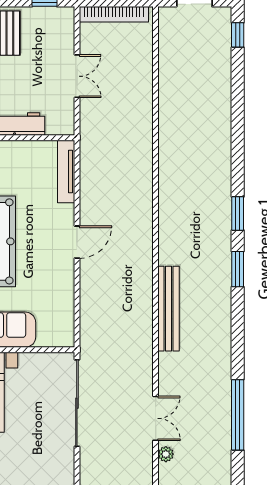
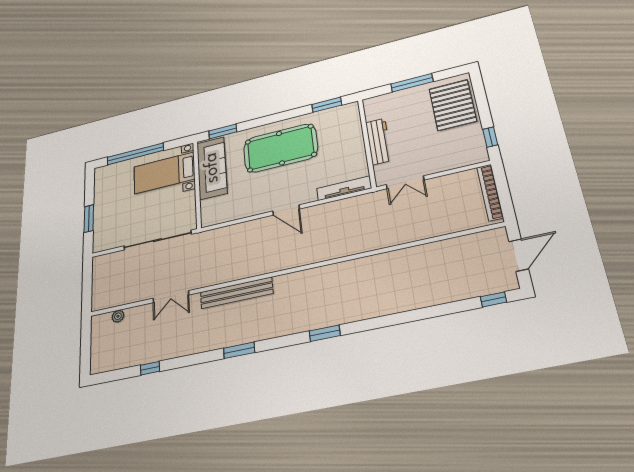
double door: (77, 76) -> (405, 182), moved
window: (238, 269) -> (239, 350), moved
window: (238, 415) -> (150, 368), width x0.32
double door: (156, 418) -> (171, 297), moved

